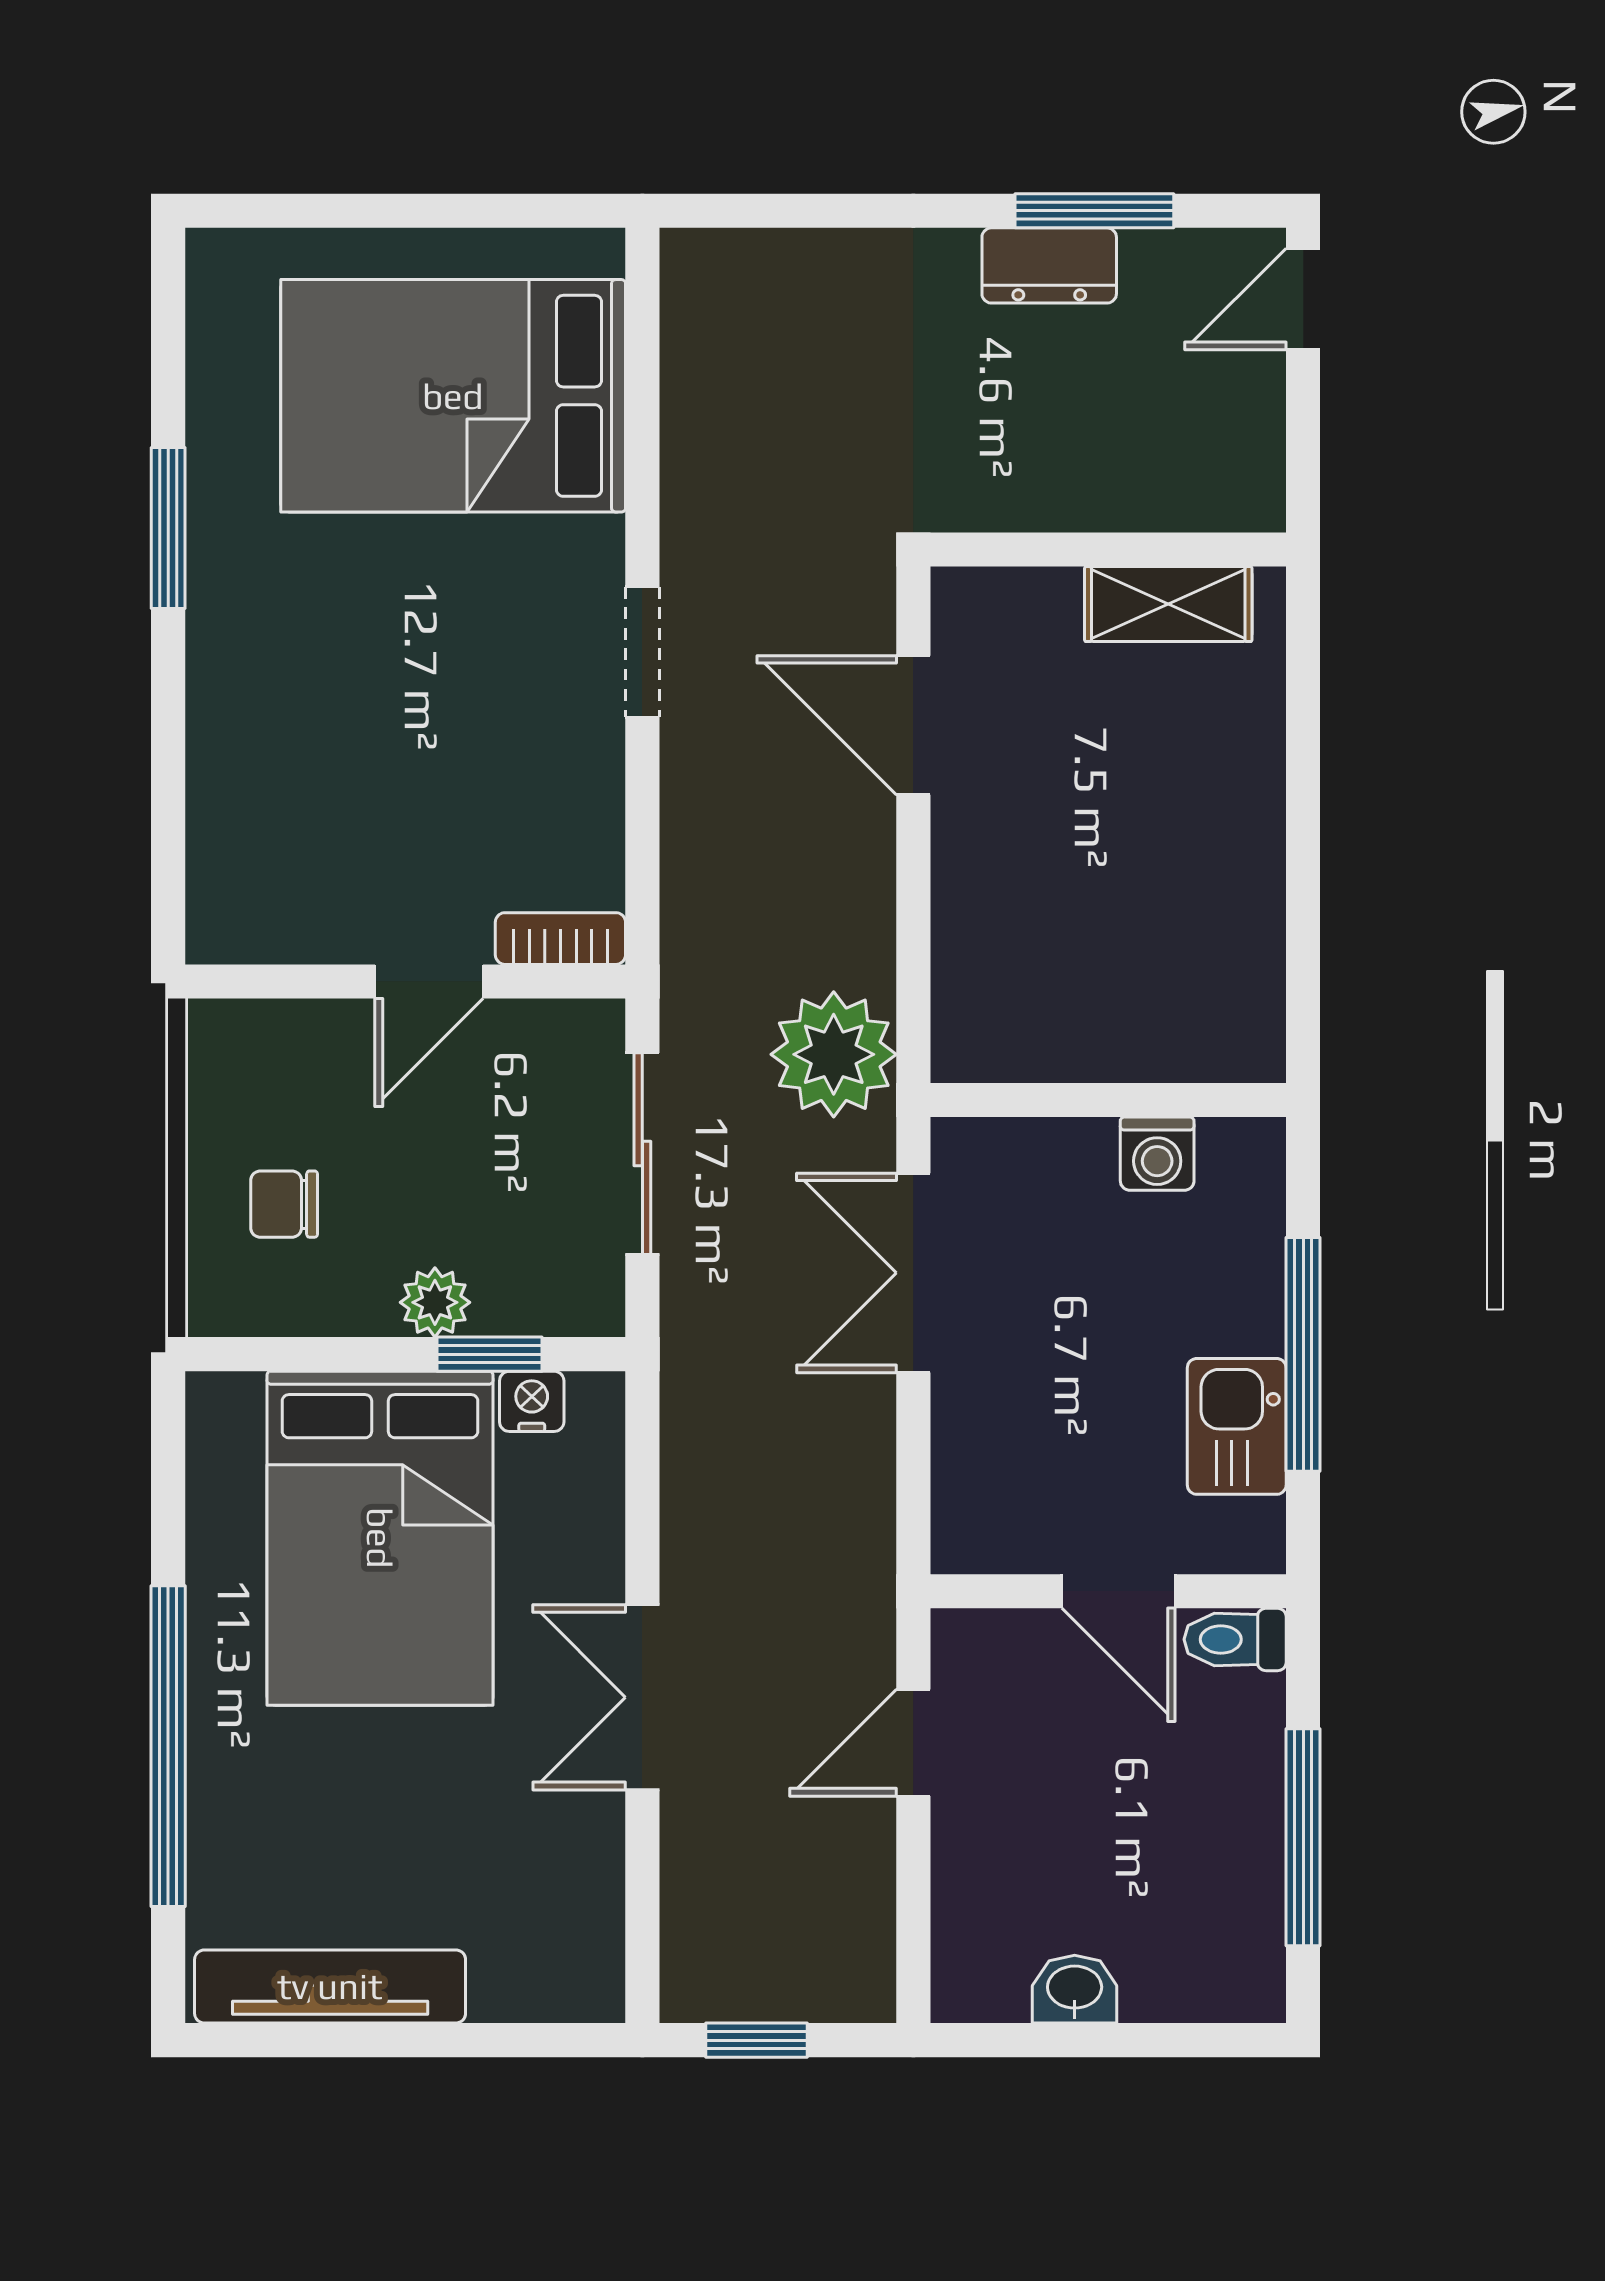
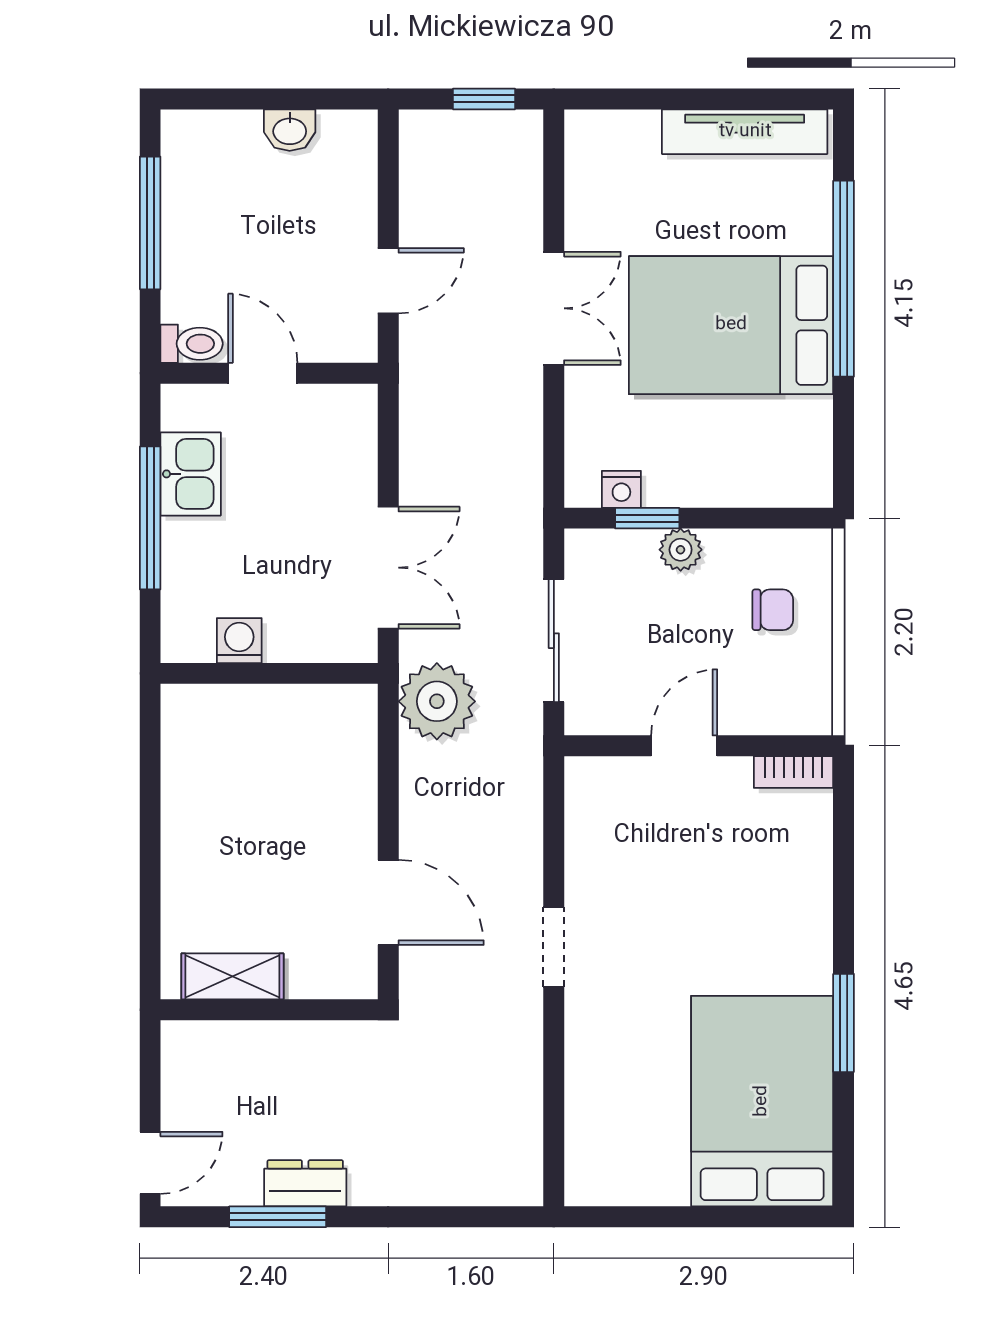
bed: (453, 396) -> (762, 1101), moved, turned -90
bookcase: (560, 939) -> (794, 772), moved
bed: (380, 1538) -> (731, 325), moved, turned -90

